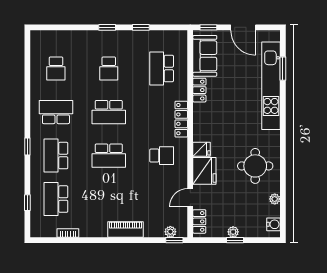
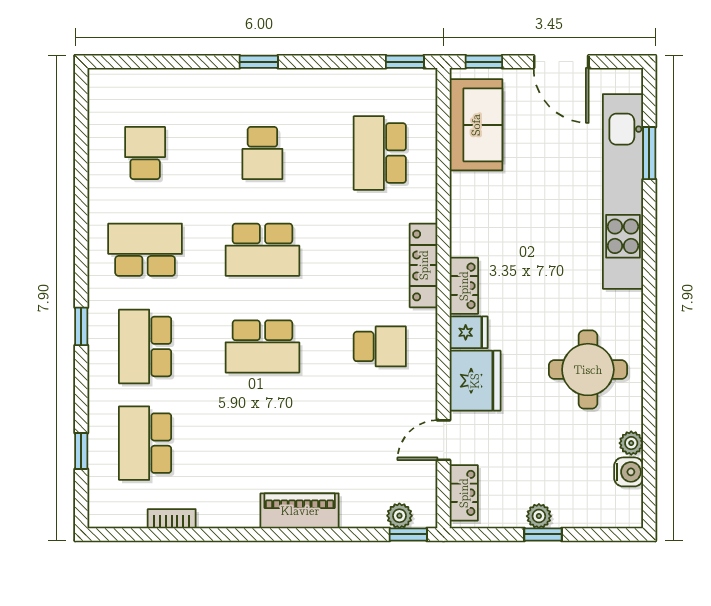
window: (141, 27) -> (405, 62), moved
school desk: (56, 69) -> (145, 153), turned 180
locker: (199, 90) -> (464, 286), moved
water cooler: (273, 224) -> (629, 472), moved

